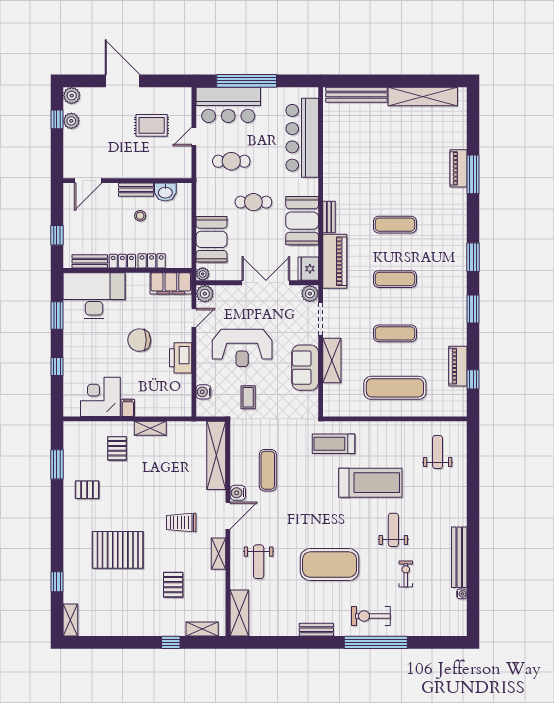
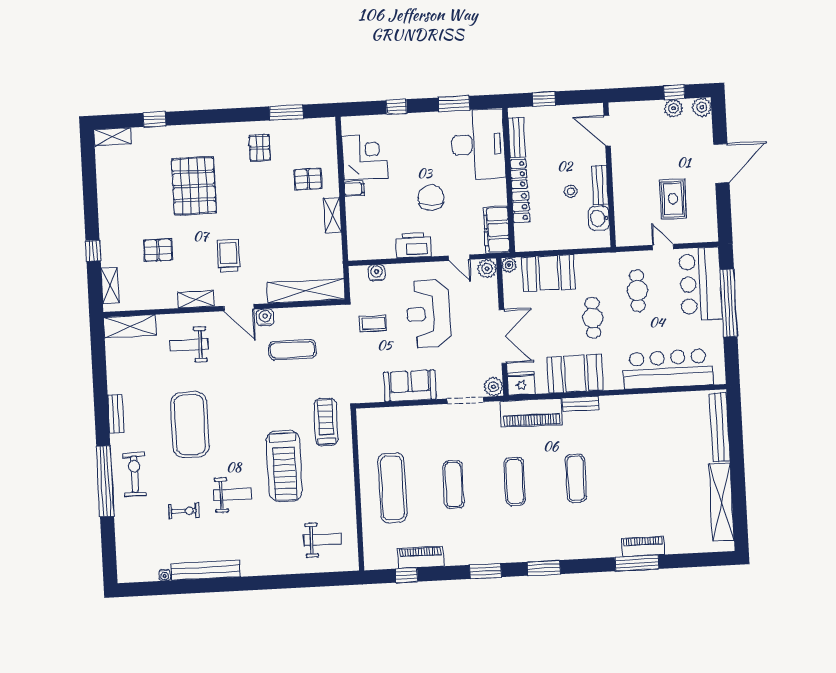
shelving: (332, 360) -> (419, 415), removed

